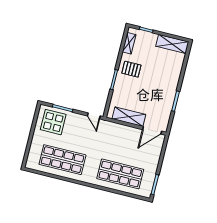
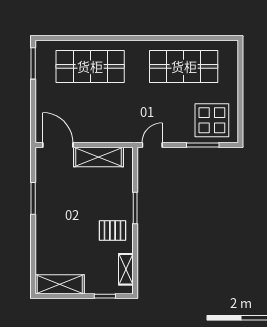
door: (94, 116) -> (152, 145), hinge flipped
door: (152, 130) -> (58, 145), hinge flipped

